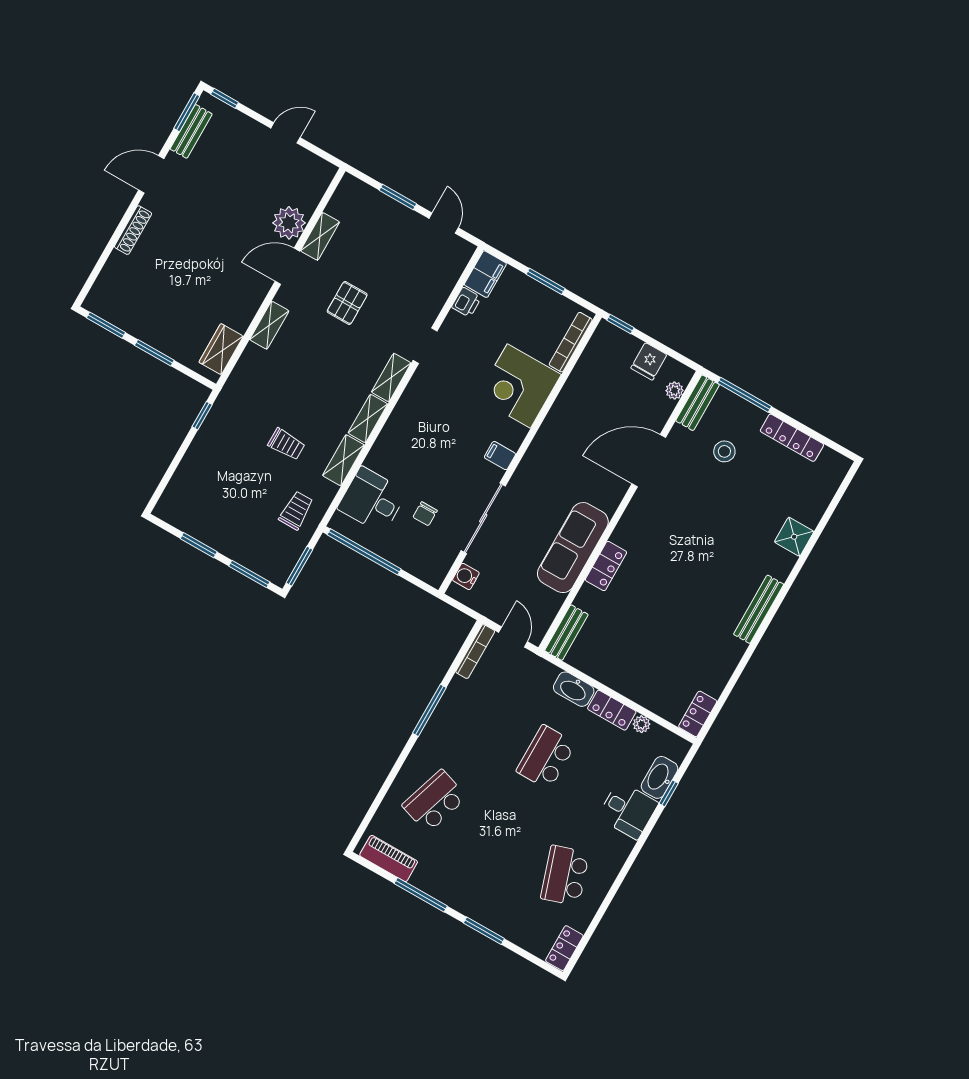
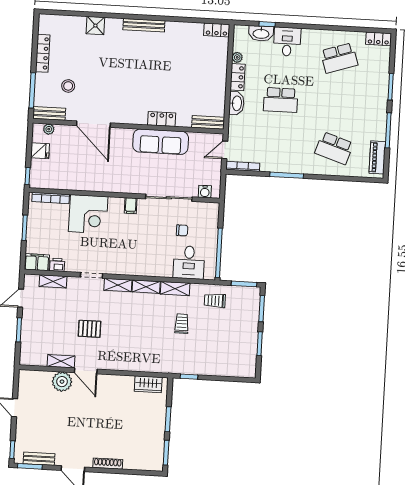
shelving: (269, 325) -> (53, 281), moved

